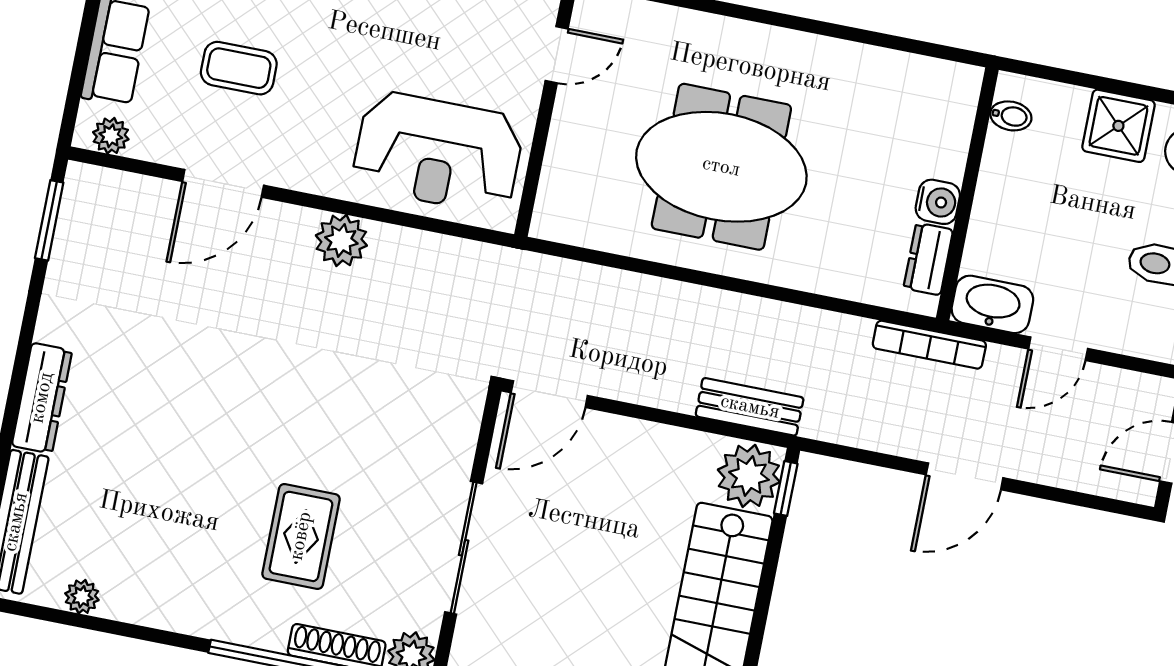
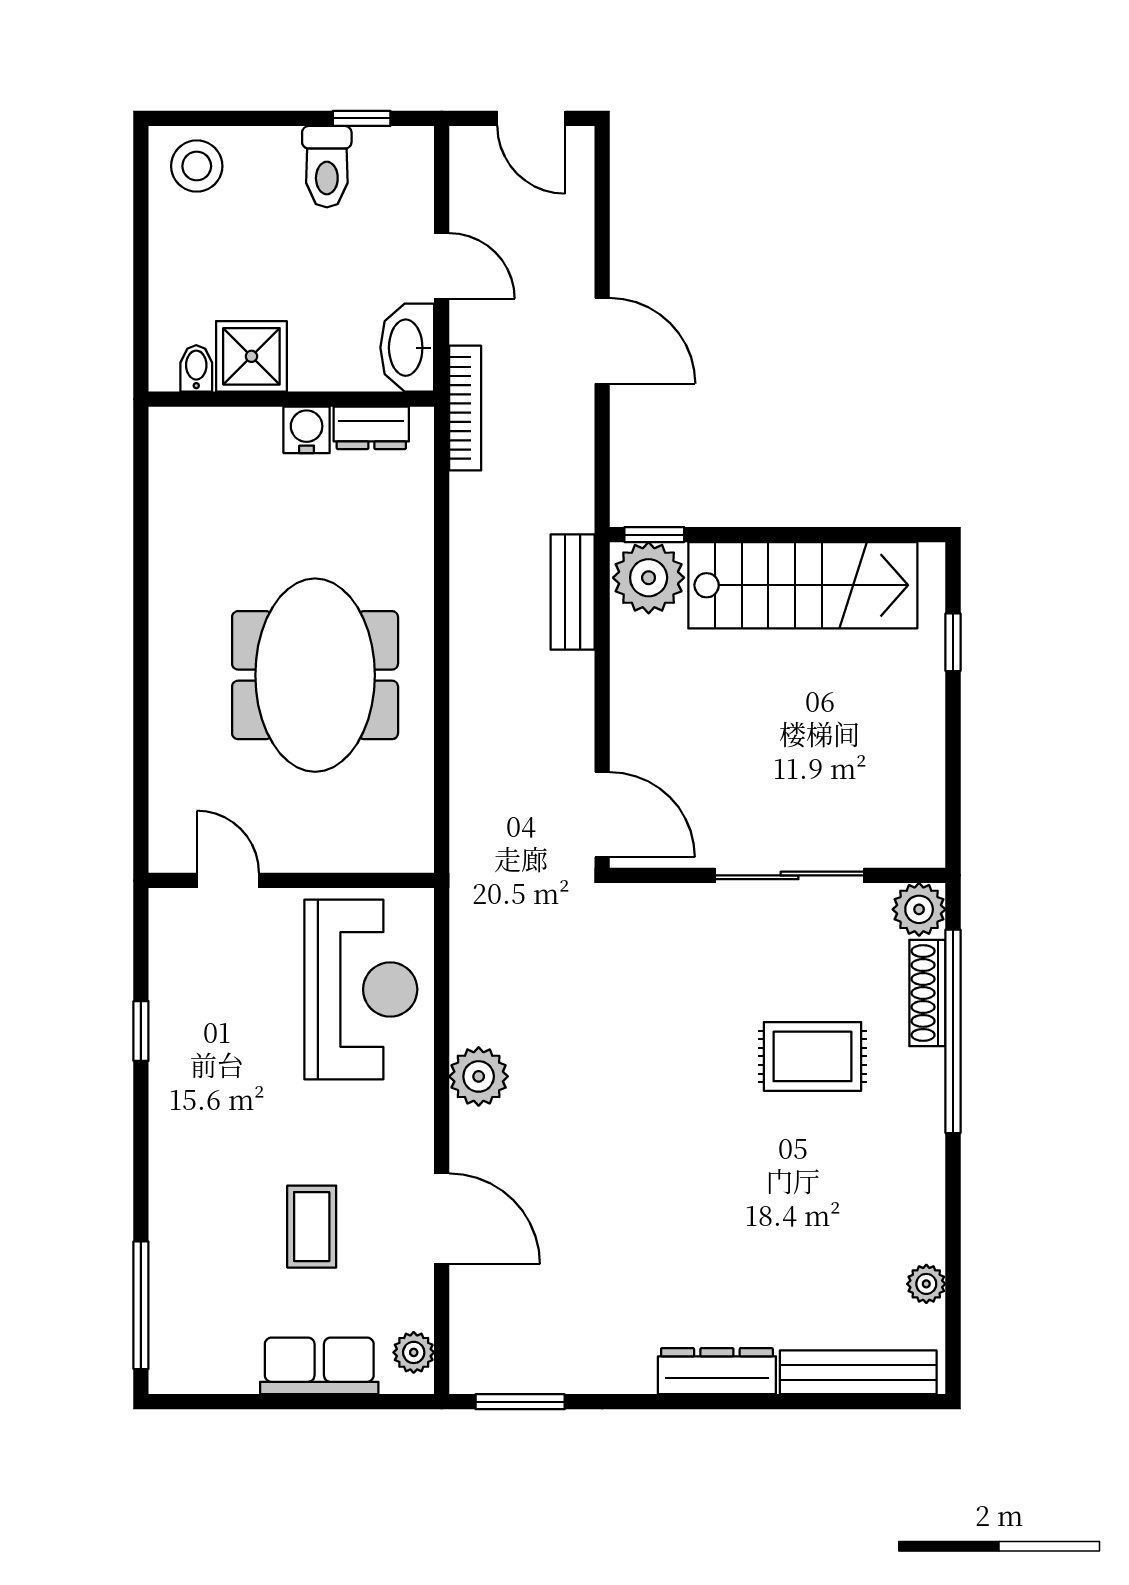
shower: (1118, 126) -> (251, 356), moved

